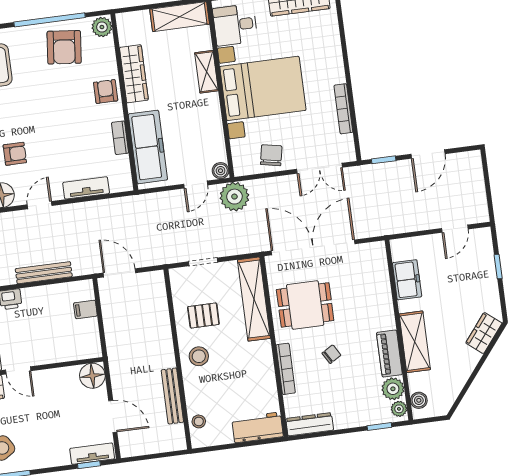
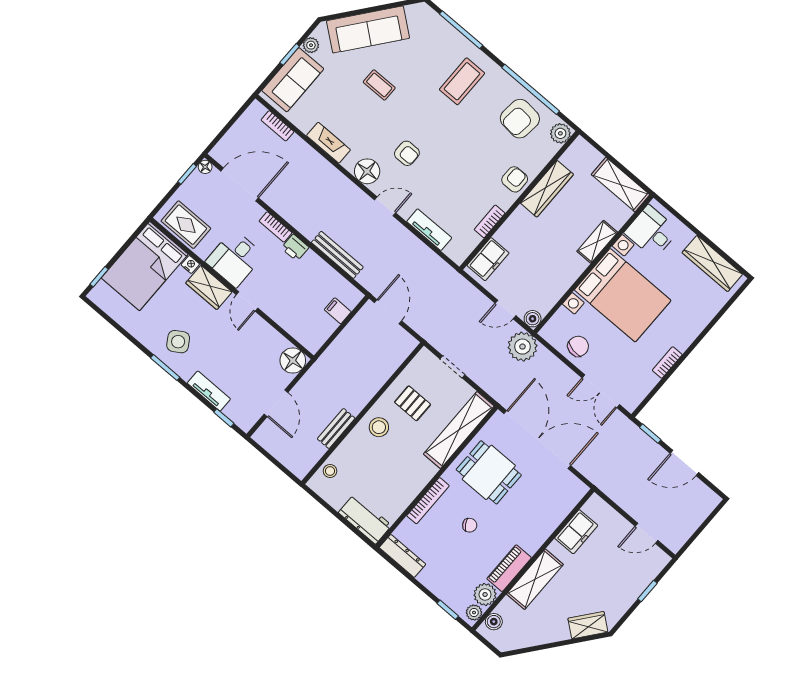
bookcase: (343, 109) -> (667, 362), width x0.64
freezer: (148, 147) -> (488, 259), width x0.52, depth x0.79
bench: (172, 396) -> (336, 429), width x0.73
tv unit: (92, 454) -> (209, 391), moved

